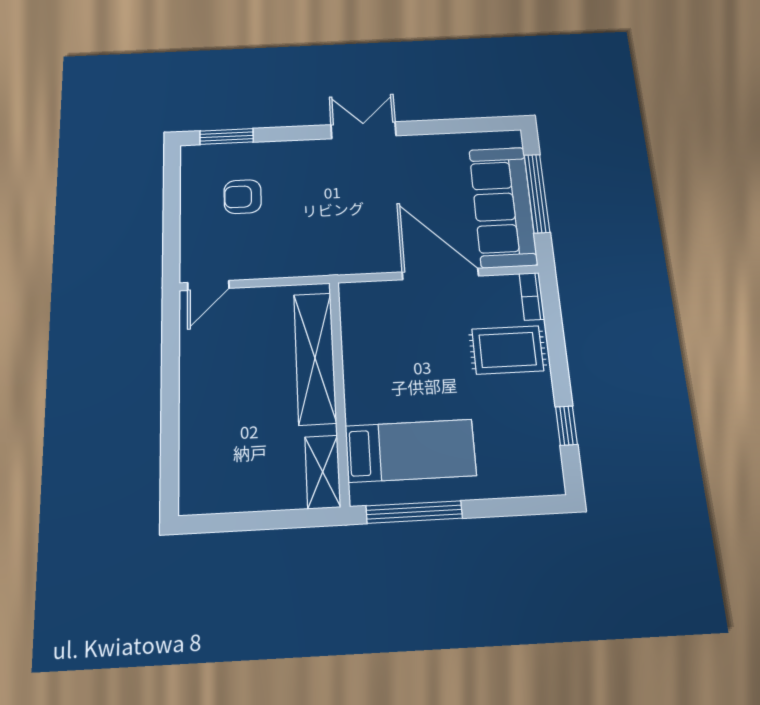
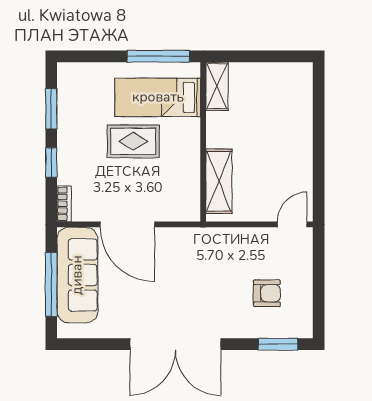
double door: (363, 130) -> (175, 344), width x1.87
rug: (508, 350) -> (133, 141), moved
window: (557, 350) -> (51, 163), added
shelving: (315, 358) -> (219, 181), width x0.68
window: (566, 426) -> (51, 109), width x1.50

